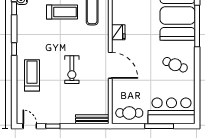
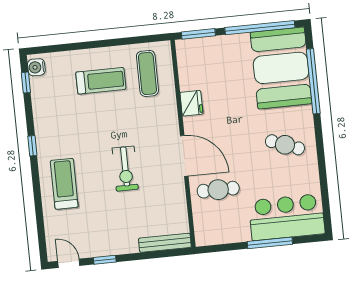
cafe table: (129, 113) -> (218, 190), moved

